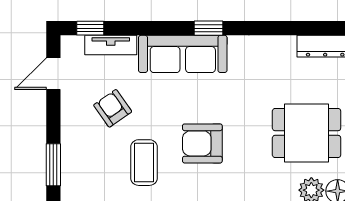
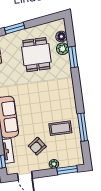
plant: (70, 139) -> (54, 164), added
armchair: (202, 143) -> (48, 102), removed

